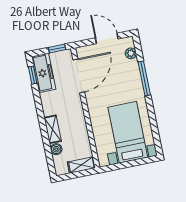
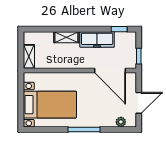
freezer: (44, 73) -> (97, 39), moved
window: (144, 78) -> (84, 129), moved
boiler: (56, 149) -> (48, 37), removed

